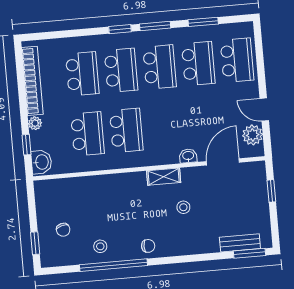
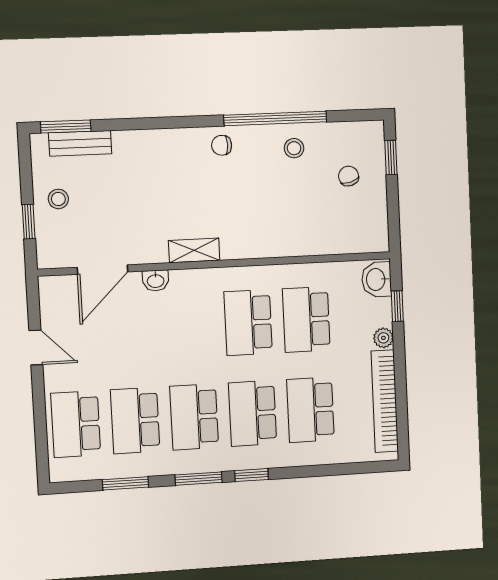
plant: (253, 135) -> (55, 309), removed
stool: (183, 207) -> (58, 199), moved

